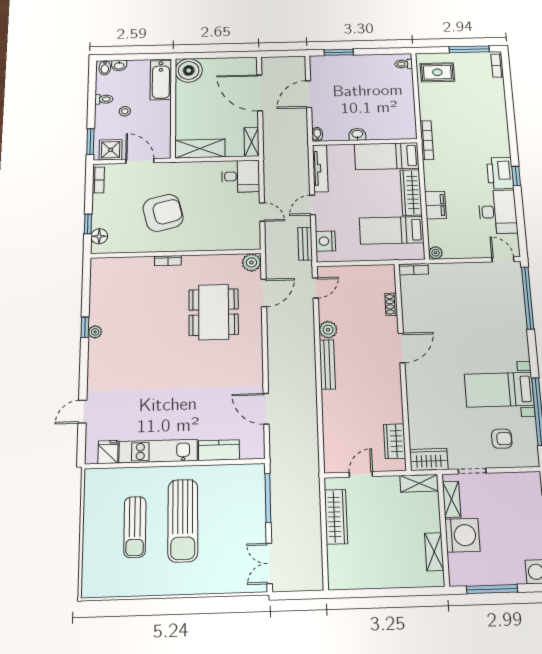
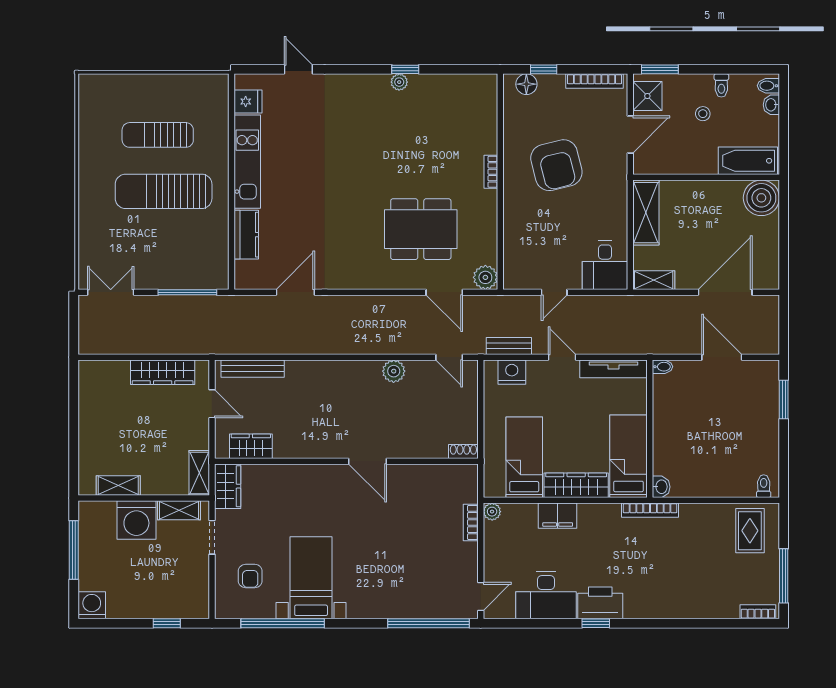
washbasin: (357, 134) -> (661, 487), moved
bookcase: (98, 180) -> (595, 81), width x1.56
bookcase: (414, 269) -> (471, 523), moved
shoe rack: (391, 304) -> (463, 451), moved
bench: (327, 364) -> (253, 369), moved

